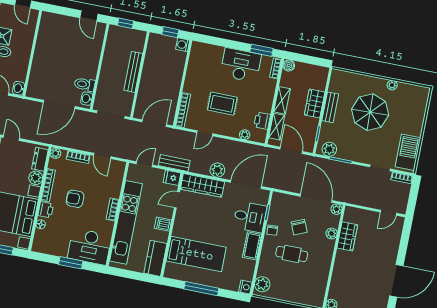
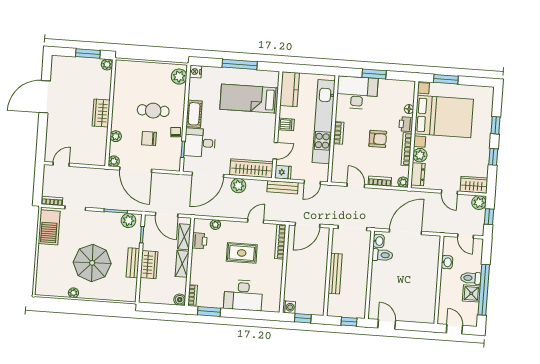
desk: (241, 65) -> (243, 295), moved
washbasin: (19, 88) -> (447, 262), moved
chair: (299, 227) -> (149, 139), turned -67
wardrobe: (347, 236) -> (101, 113), moved

